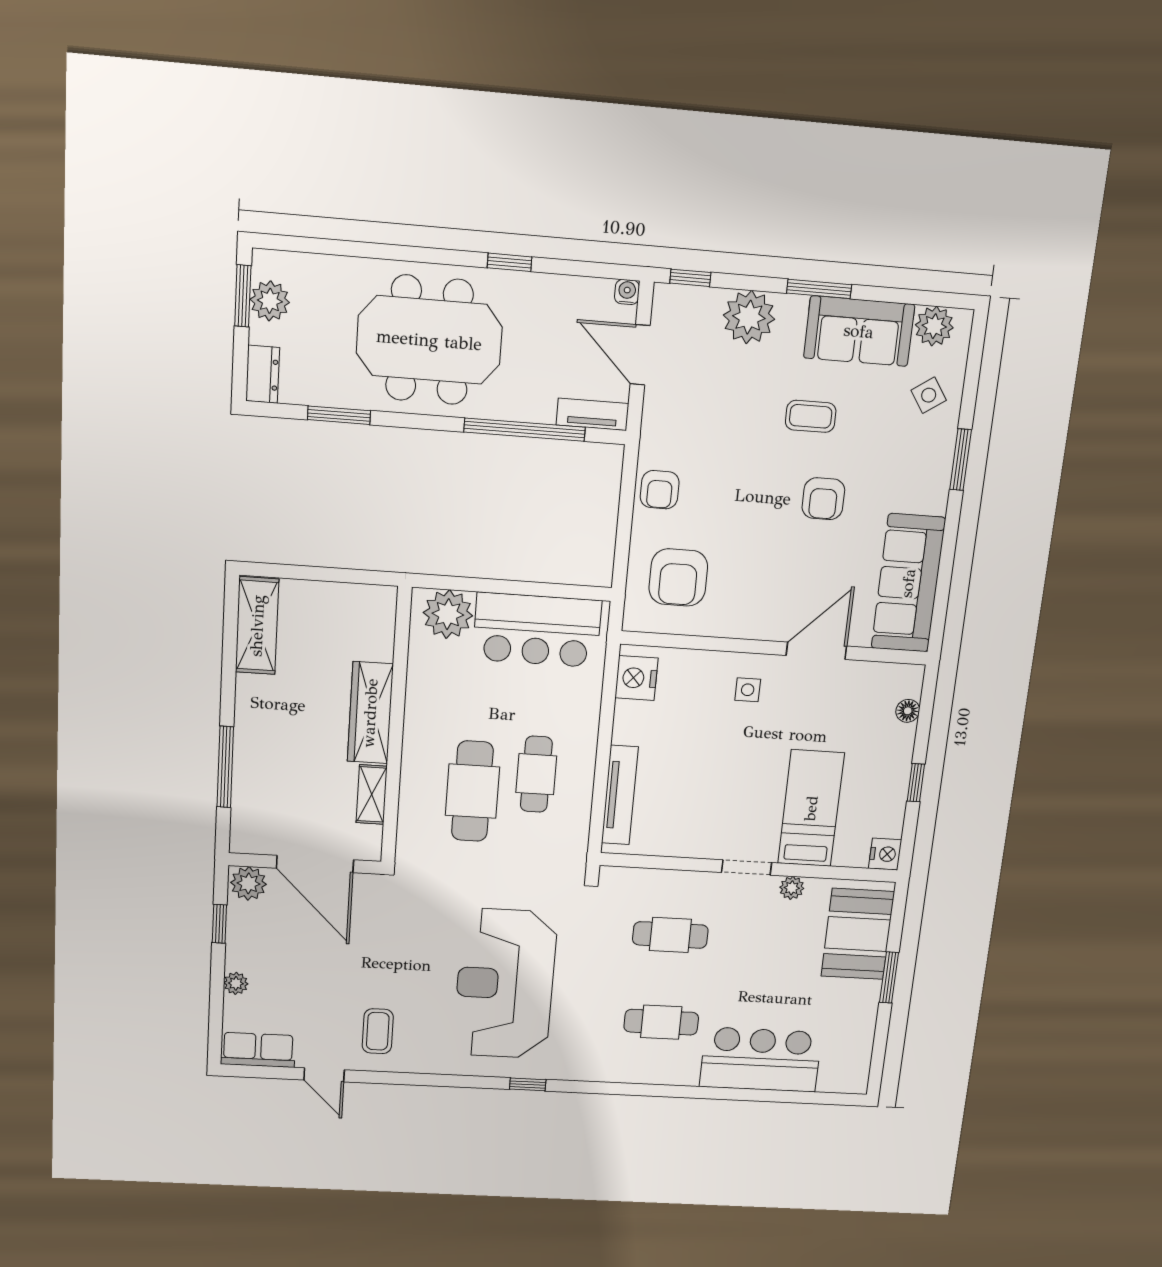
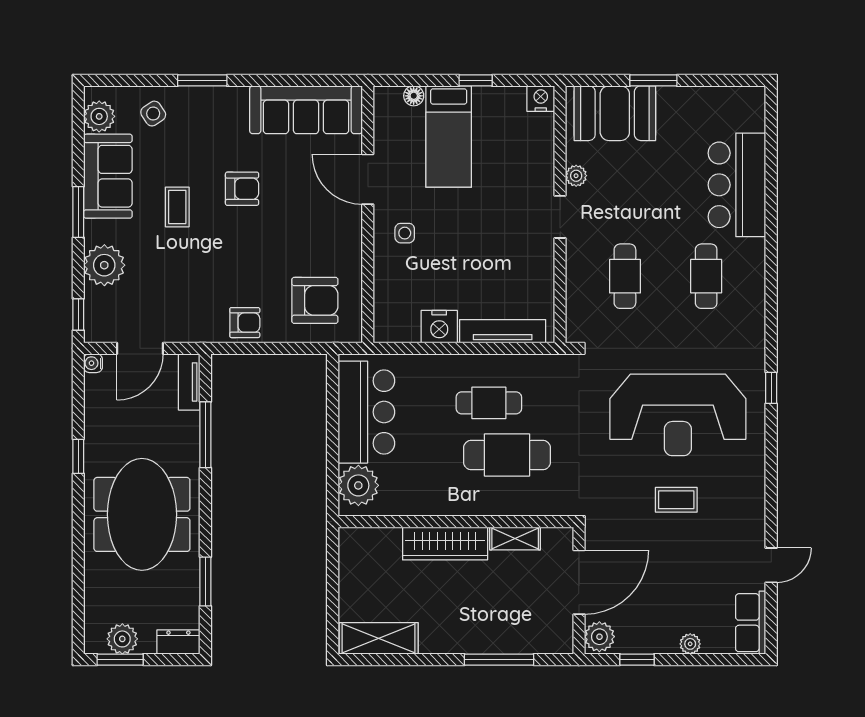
window: (525, 430) -> (205, 435), width x0.68
nightstand: (636, 678) -> (439, 327), moved
bed: (811, 808) -> (449, 136), moved, turned -90
coffee table: (378, 1031) -> (676, 500), moved

